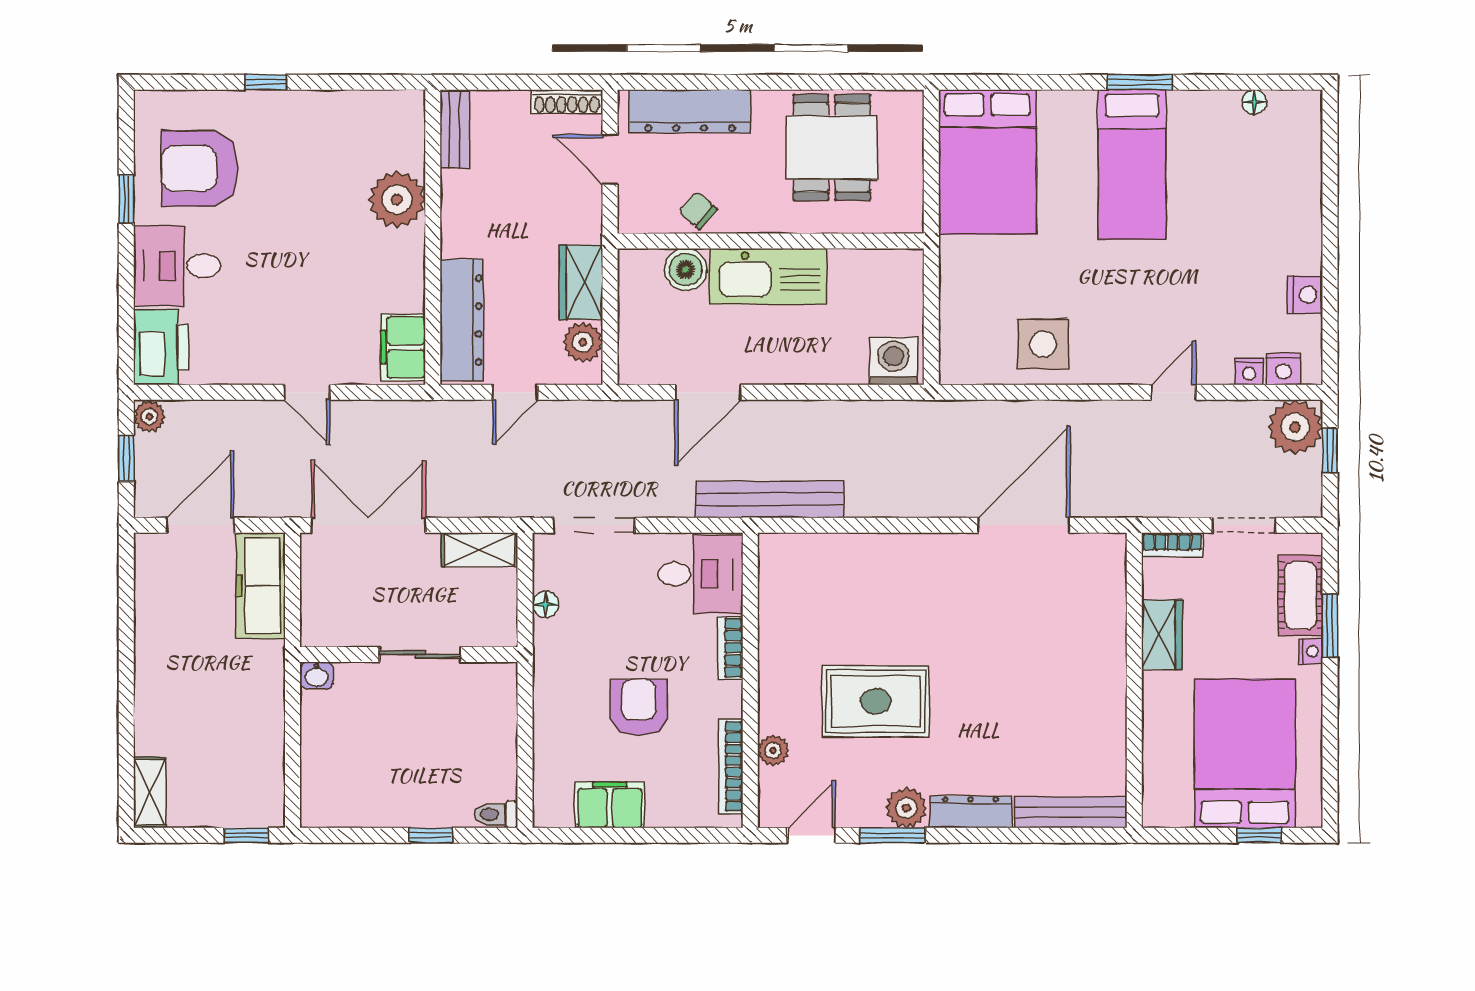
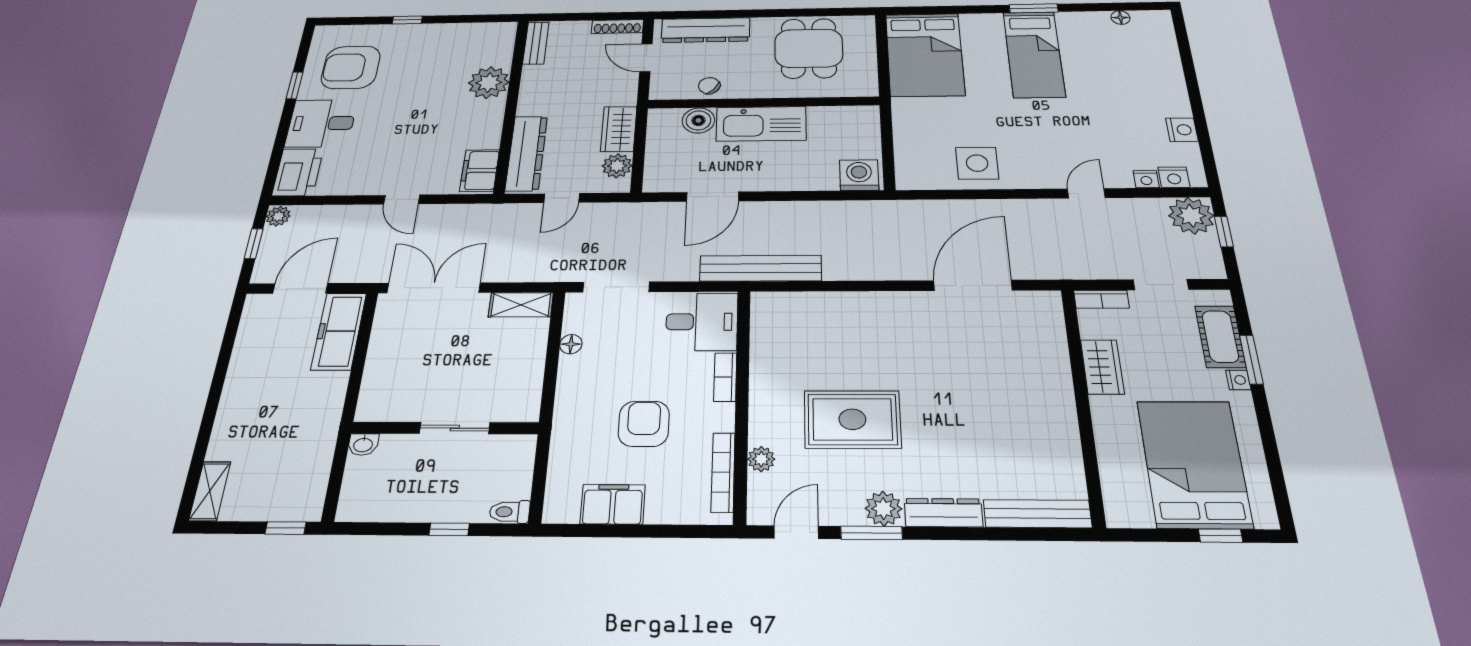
wall: (409, 654) -> (445, 428), moved
sliding door: (420, 654) -> (455, 428), moved
washbasin: (317, 675) -> (363, 444), moved

